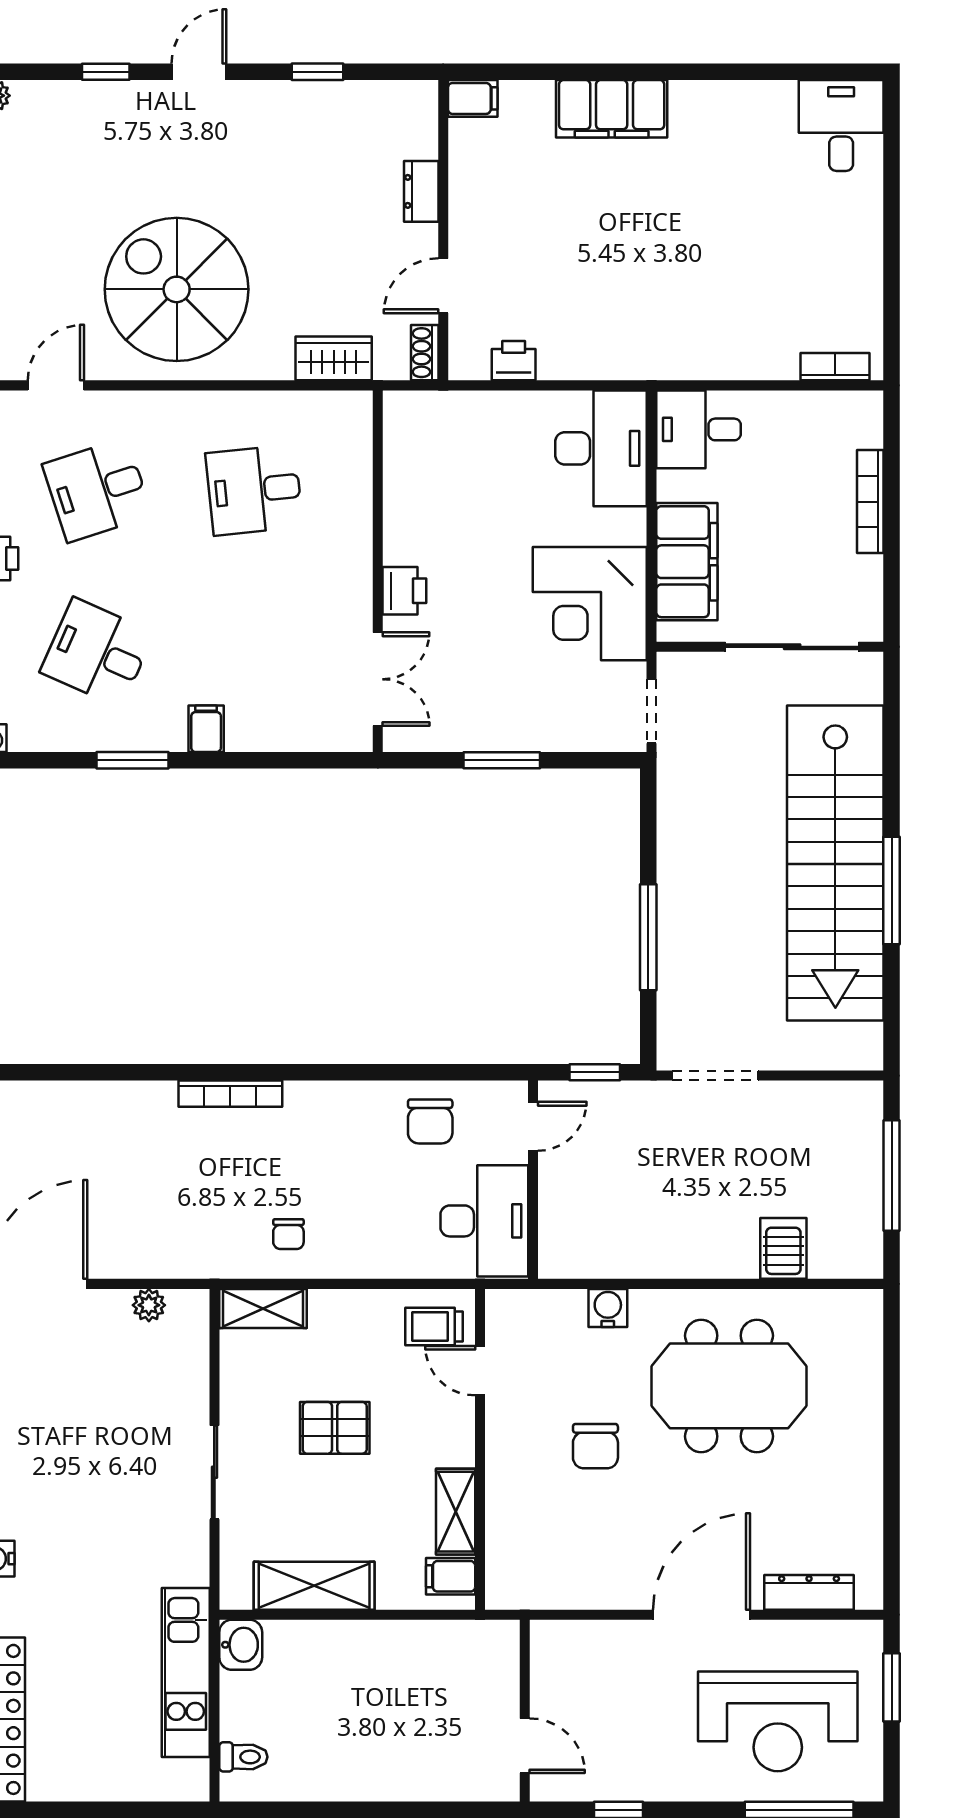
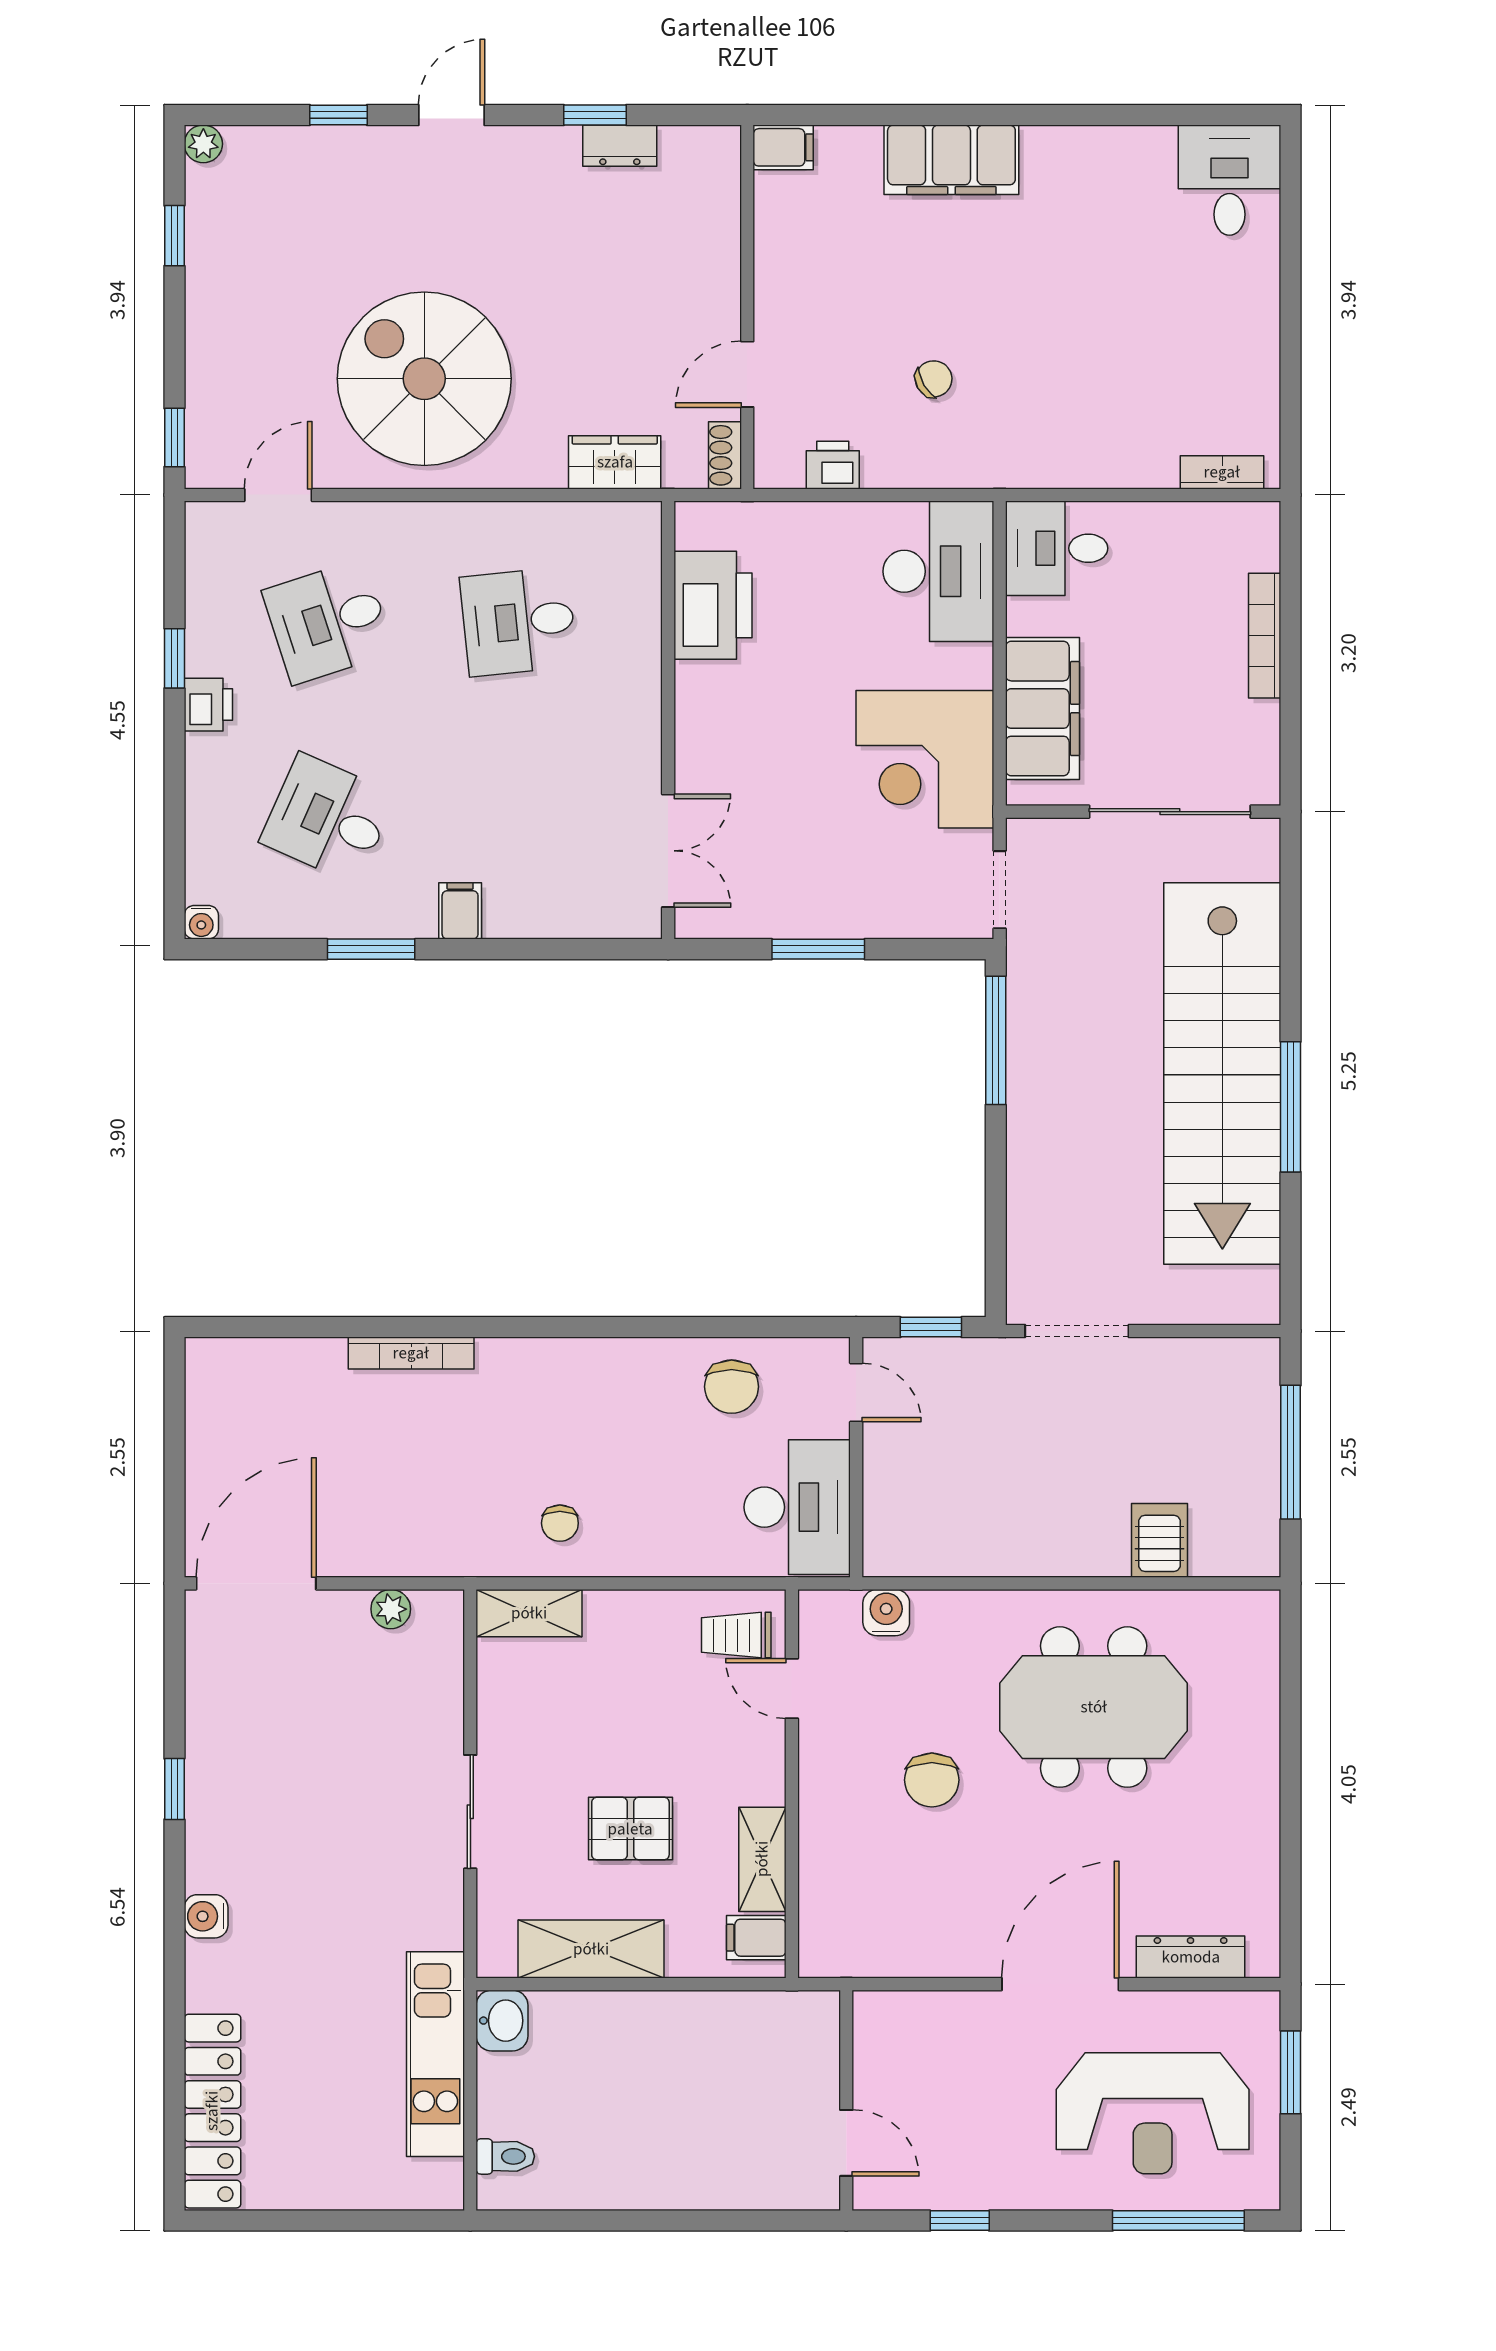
dresser: (421, 191) -> (620, 146), moved, turned -90
chair: (597, 290) -> (934, 379), added
printer: (404, 591) -> (713, 605), moved, width x1.87, depth x1.48
window: (648, 937) -> (996, 1040), moved
bookcase: (230, 1094) -> (411, 1353), moved
door: (533, 1126) -> (856, 1392), hinge flipped
water cooler: (608, 1308) -> (886, 1613), moved
pallet: (335, 1428) -> (630, 1829), moved

